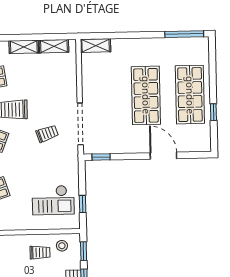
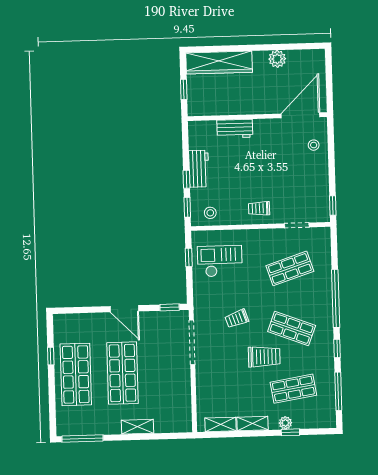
shelving: (96, 46) -> (138, 427), moved
trolley: (47, 134) -> (237, 319), moved
door: (163, 156) -> (124, 309), moved
trolley: (40, 252) -> (259, 208), moved

